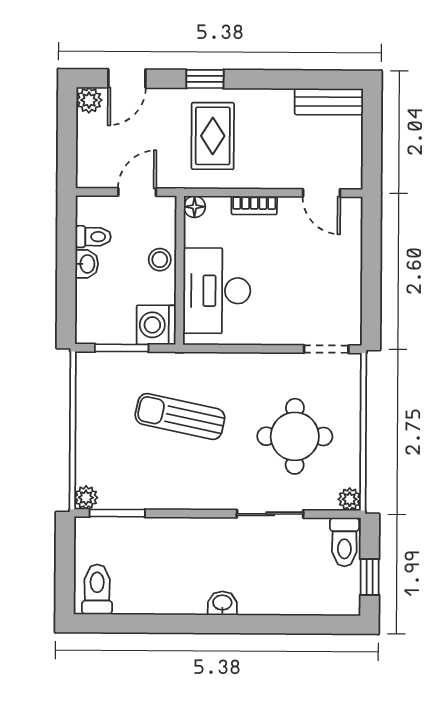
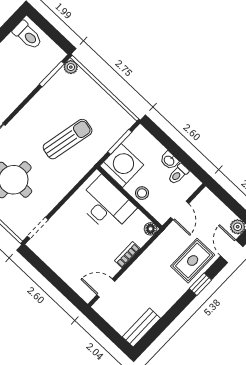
rug: (213, 136) -> (193, 261), moved, turned 90
washing machine: (156, 325) -> (122, 165), width x1.37, depth x1.37

